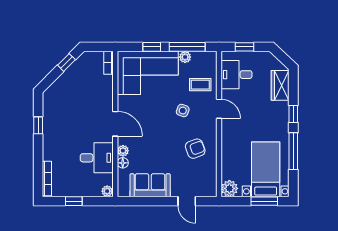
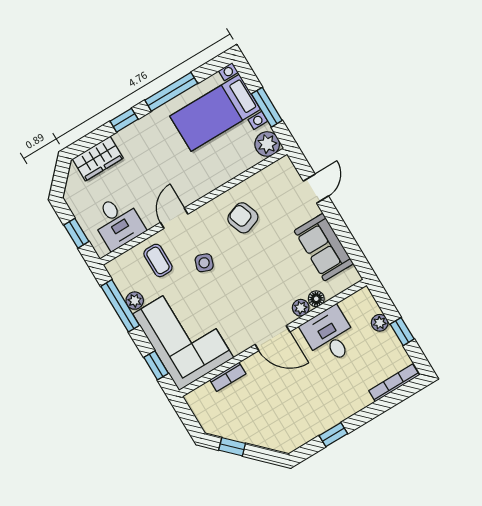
window: (152, 47) -> (156, 365), moved
bookcase: (108, 63) -> (228, 377), moved
door: (115, 124) -> (272, 338), swing flipped
plant: (107, 191) -> (380, 323), moved
window: (264, 201) -> (267, 107), moved

